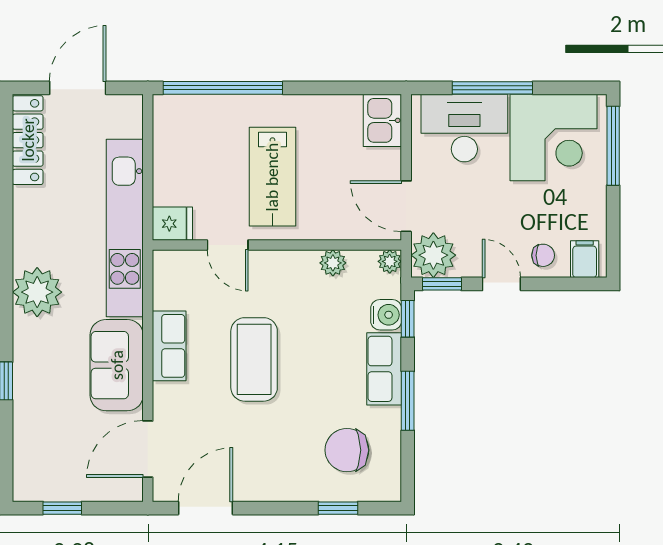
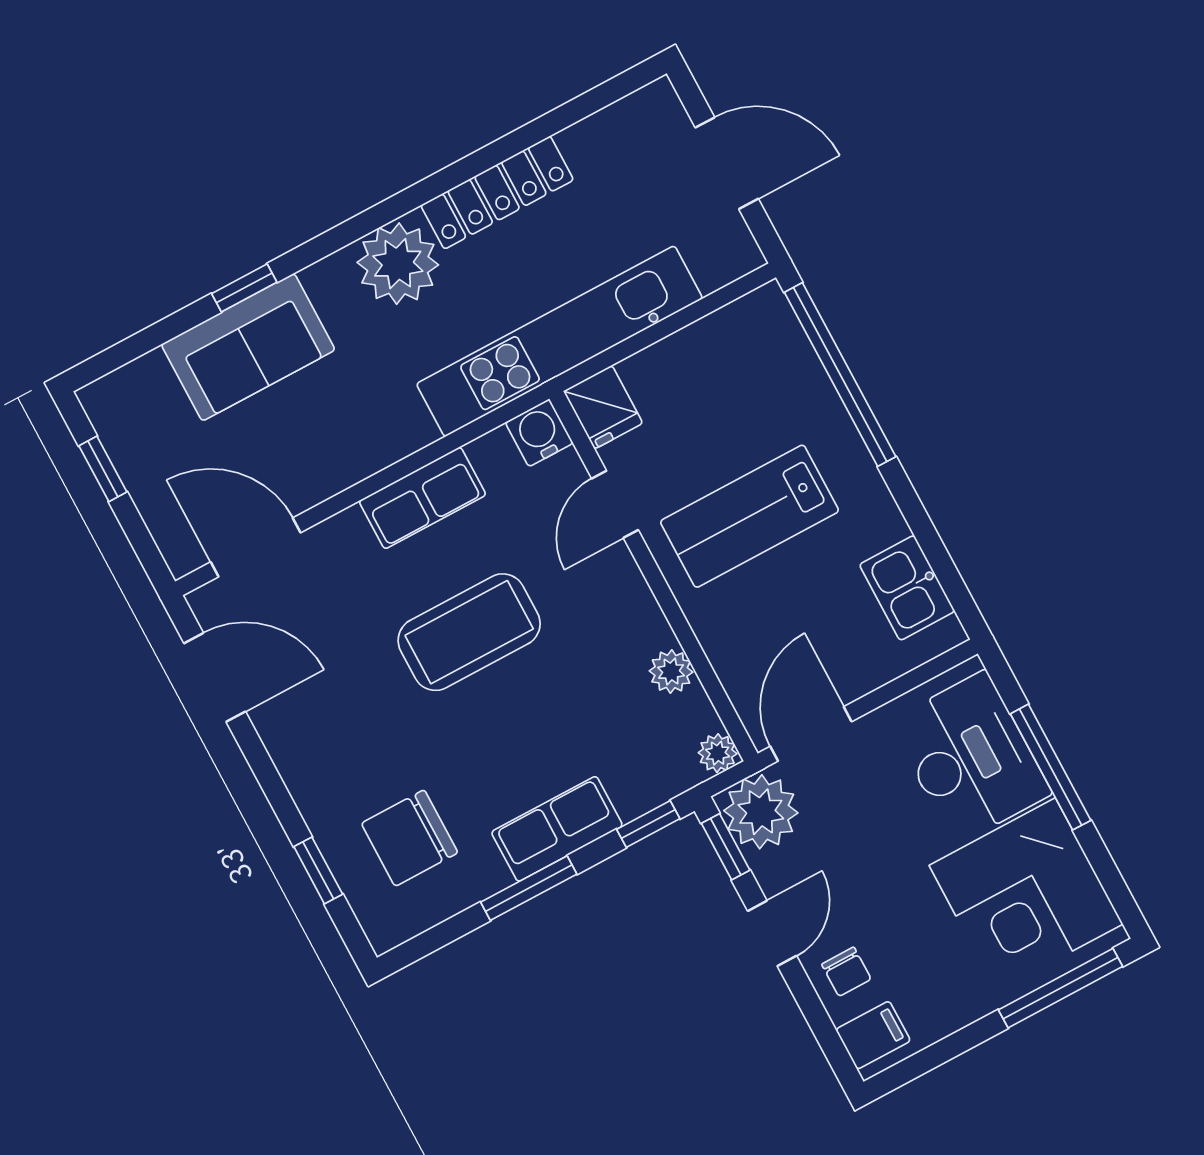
kitchen sink: (382, 120) -> (907, 588), moved, turned -90
locker: (28, 140) -> (497, 193), moved
water cooler: (386, 315) -> (539, 433), moved, turned 180
sofa: (117, 365) -> (248, 347), moved, turned 180
chair: (347, 450) -> (410, 838), turned -90

